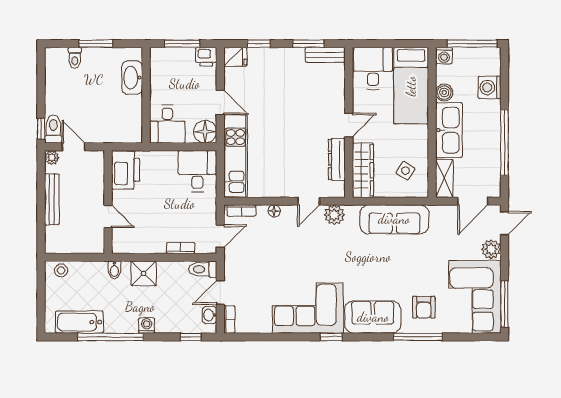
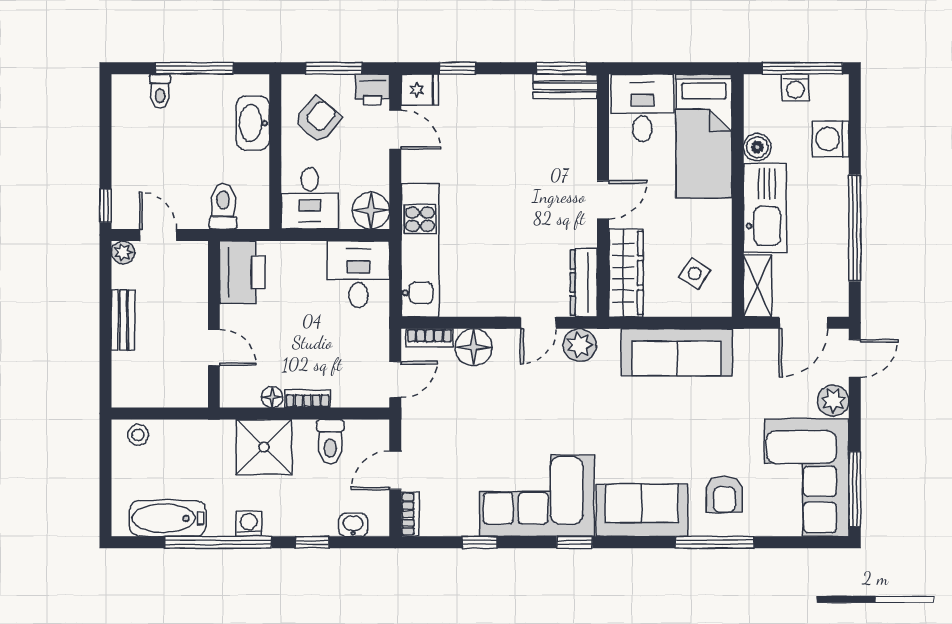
window: (96, 44) -> (194, 68), width x1.44
window: (308, 44) -> (562, 68), moved
washing machine: (444, 56) -> (795, 87), moved
armchair: (172, 75) -> (318, 120), added
door: (220, 102) -> (395, 130), moved
toilet: (53, 129) -> (223, 206), moved
dresser: (337, 159) -> (584, 283), moved
bench: (52, 199) -> (123, 320), width x0.73
floor lamp: (274, 211) -> (474, 347), width x1.89, depth x1.89
floor lamp: (144, 247) -> (272, 397), added
bookcase: (181, 248) -> (308, 399), moved
toilet: (203, 269) -> (330, 442), moved, turned -90
bidet: (114, 270) -> (224, 434), removed
shower: (144, 273) -> (264, 447), width x1.36, depth x1.36
washbasin: (209, 315) -> (353, 525), moved, turned 90
washing machine: (147, 325) -> (249, 524), moved
window: (191, 337) -> (312, 542), moved
window: (272, 337) -> (479, 542), added

